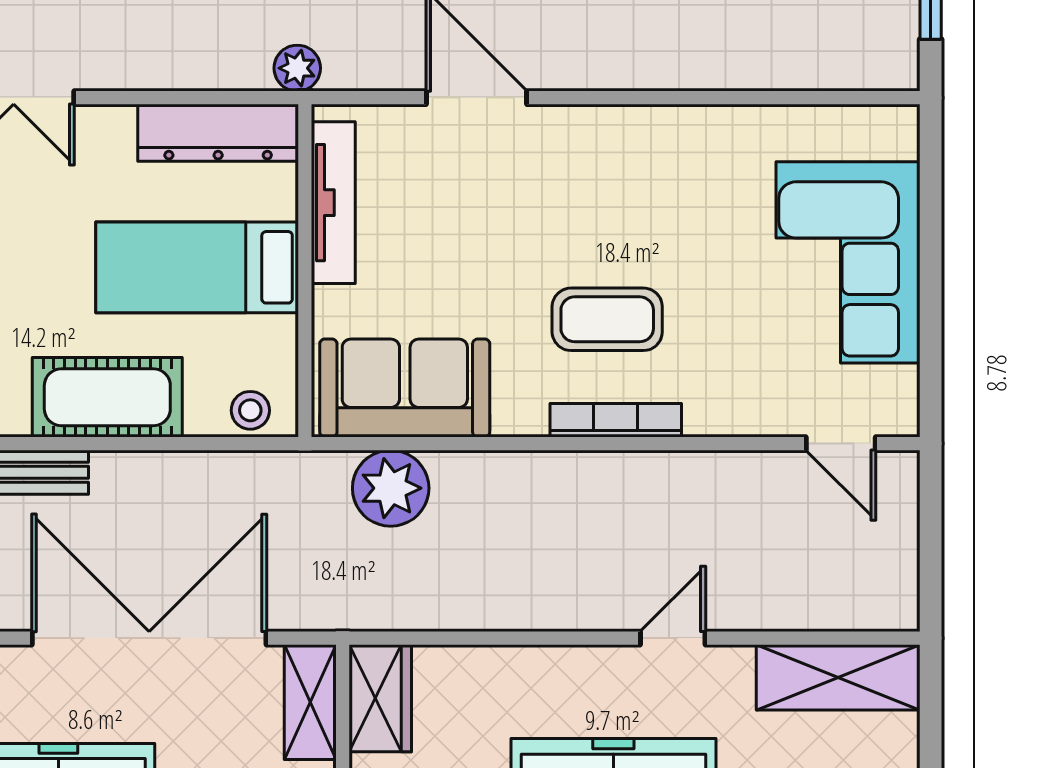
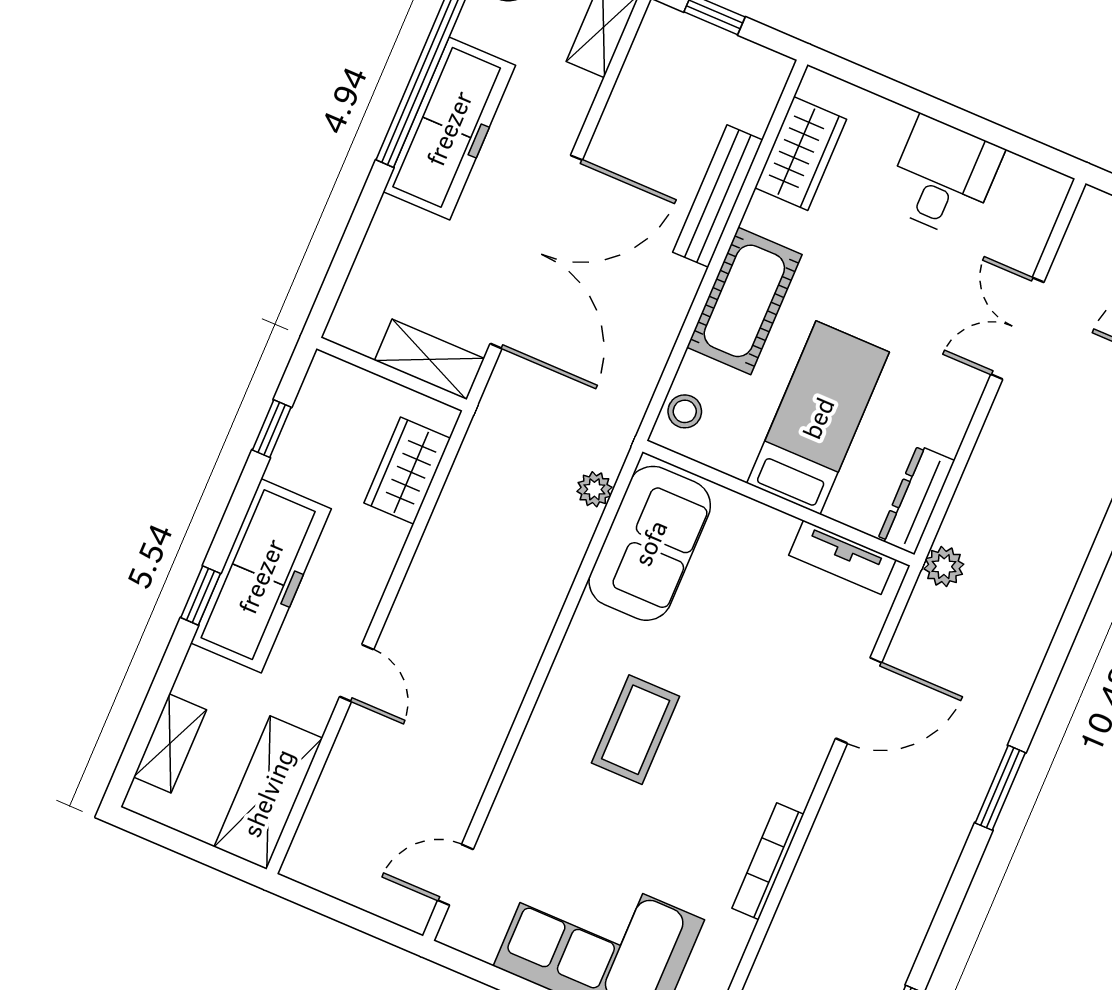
dresser: (218, 133) -> (916, 500), width x0.73, depth x0.80
tv unit: (333, 203) -> (842, 557), width x0.71
bookcase: (616, 420) -> (768, 861), moved, turned 180
plant: (391, 488) -> (594, 489), width x0.53, depth x0.53
wardrobe: (380, 698) -> (407, 471), moved, turned 90

